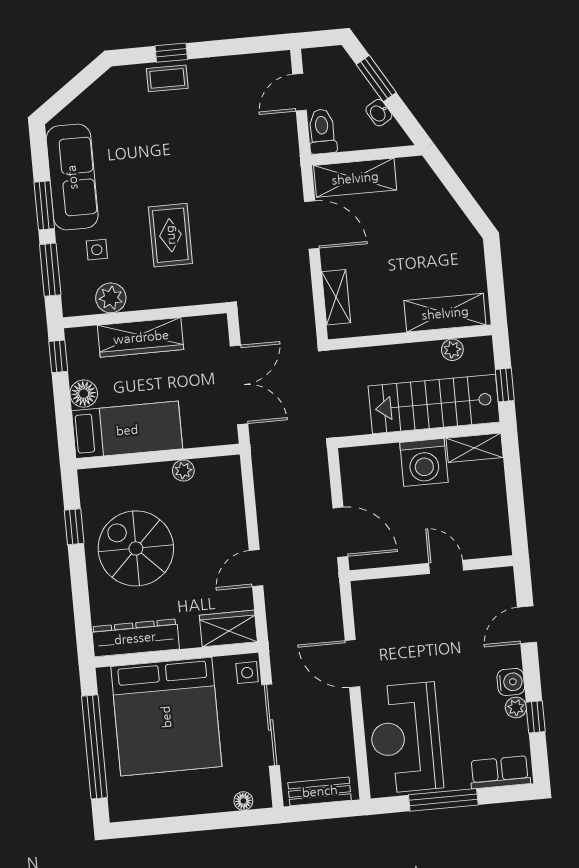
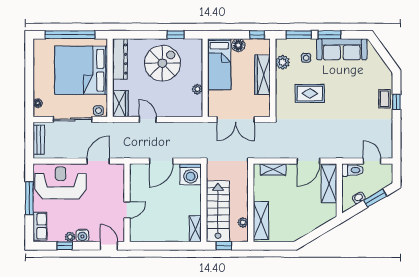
washing machine: (424, 462) -> (191, 174), moved, turned -90
door: (446, 567) -> (127, 210), moved
wall: (431, 568) -> (127, 203), moved

